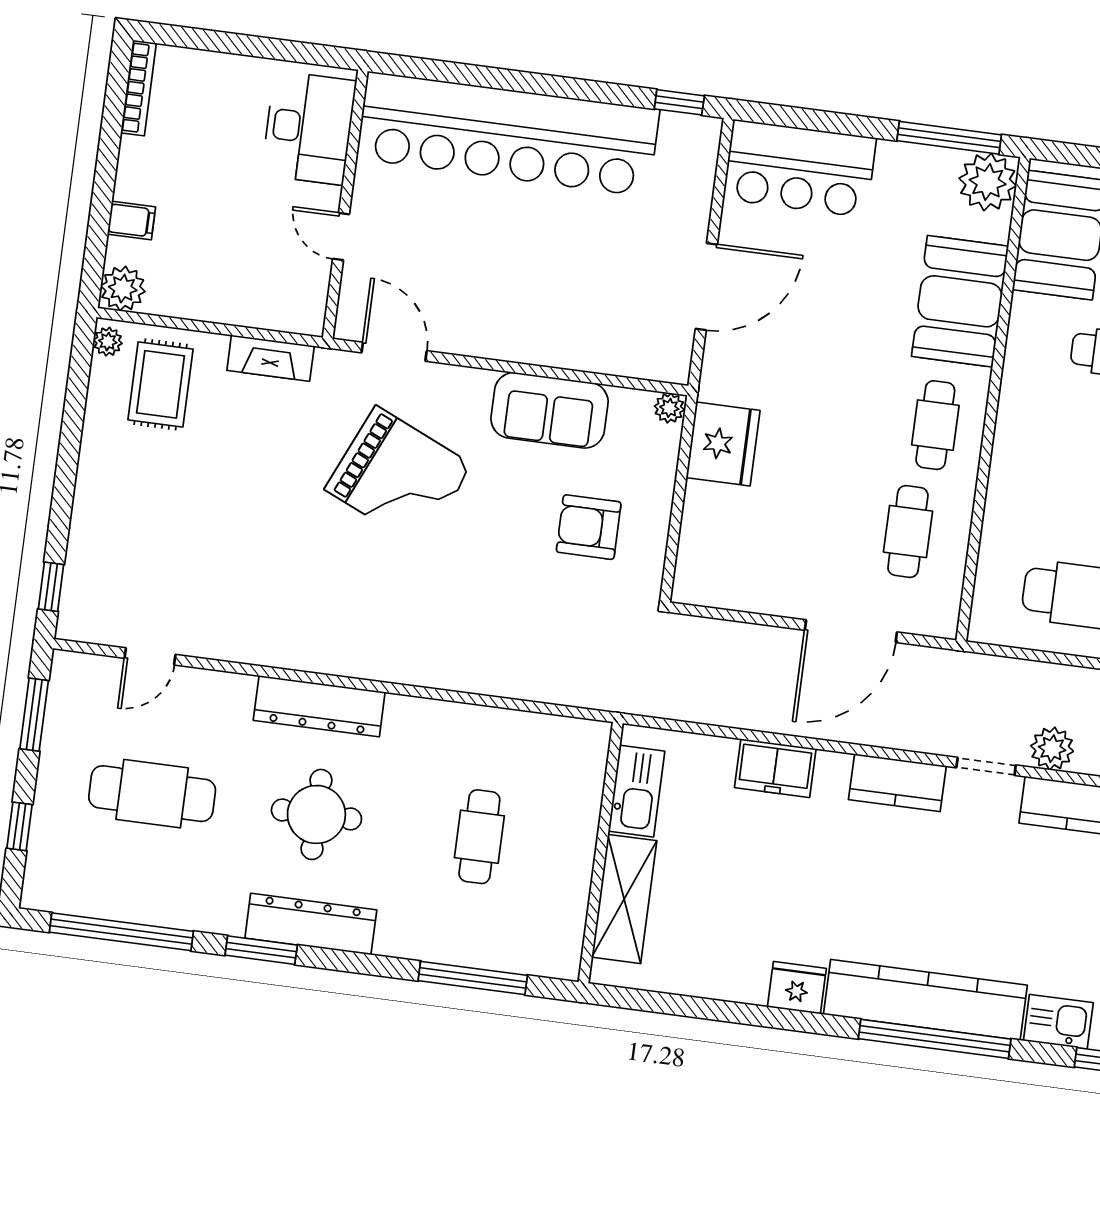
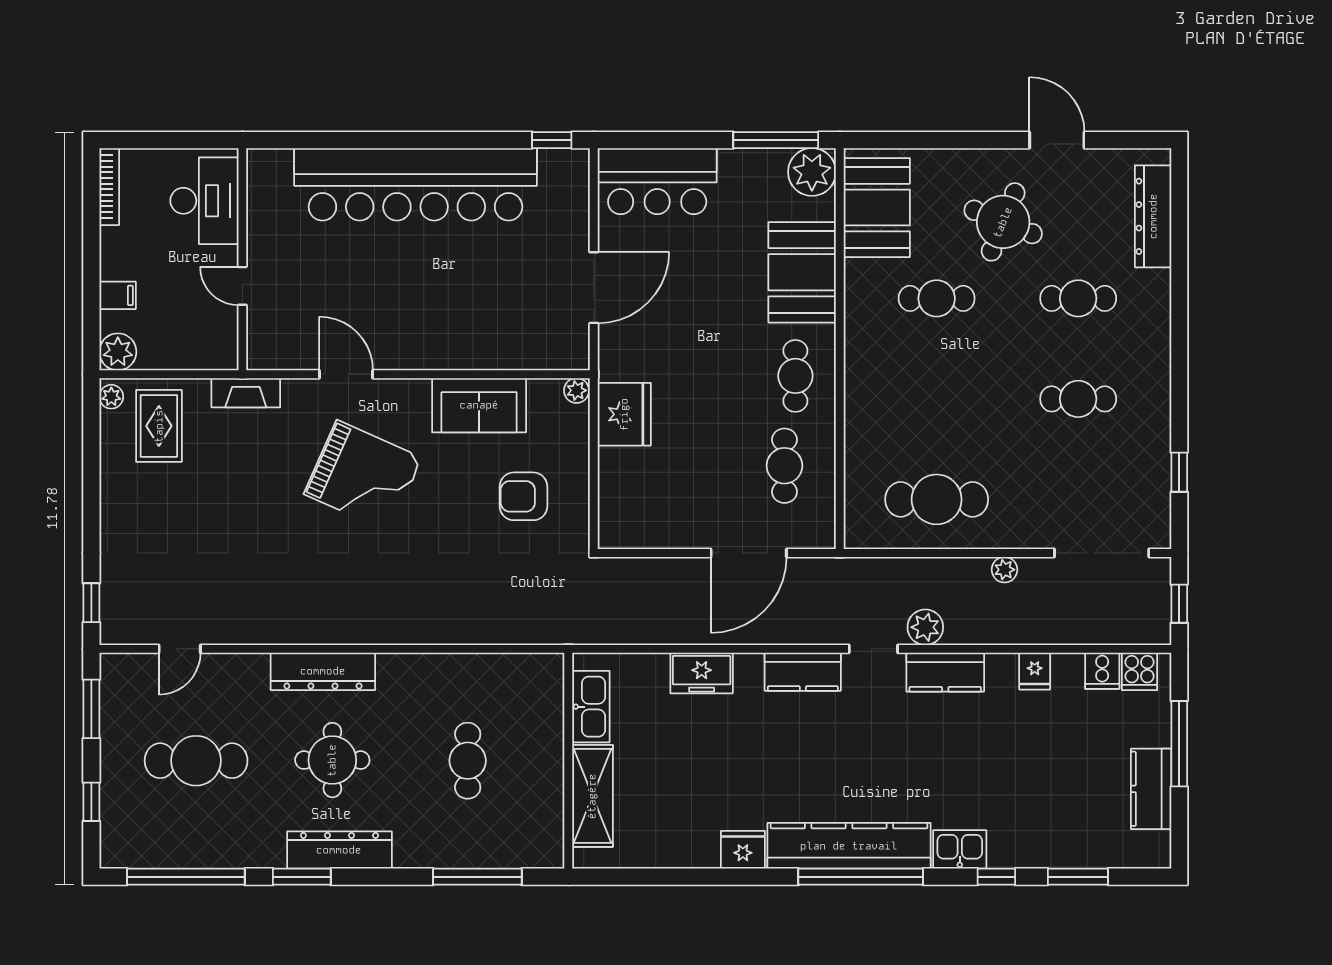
desk: (309, 128) -> (204, 201), moved
wall: (345, 204) -> (242, 259), moved
door: (341, 237) -> (242, 286), moved

